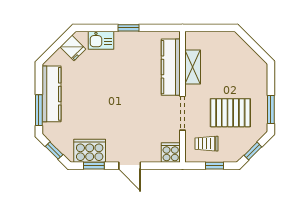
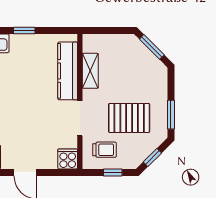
window: (252, 44) -> (152, 47), added
trolley: (206, 144) -> (104, 150), turned 180

